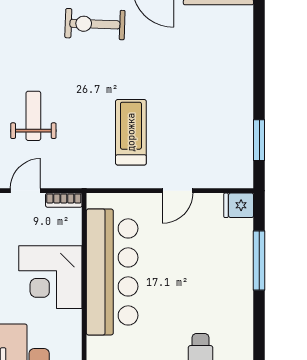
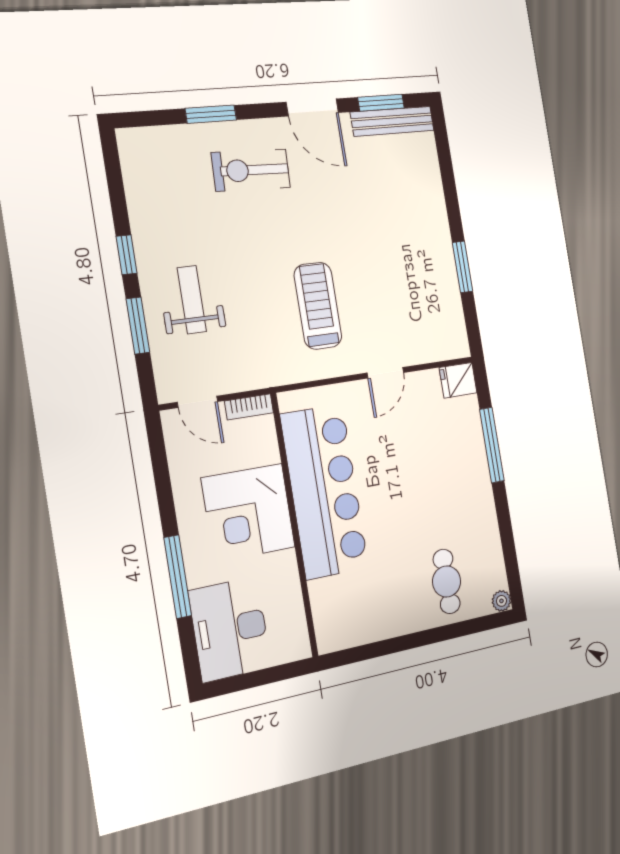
window: (259, 140) -> (463, 267), moved
door: (25, 191) -> (197, 402), swing flipped

